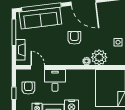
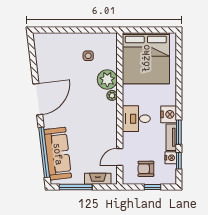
armchair: (74, 38) -> (83, 111), removed
desk: (55, 80) -> (136, 119), moved

